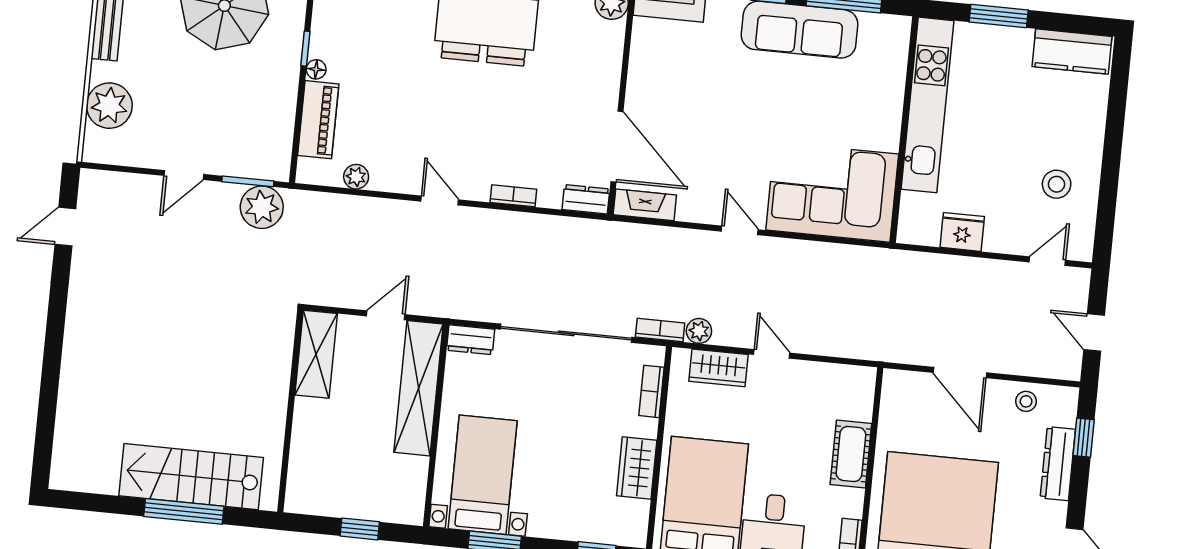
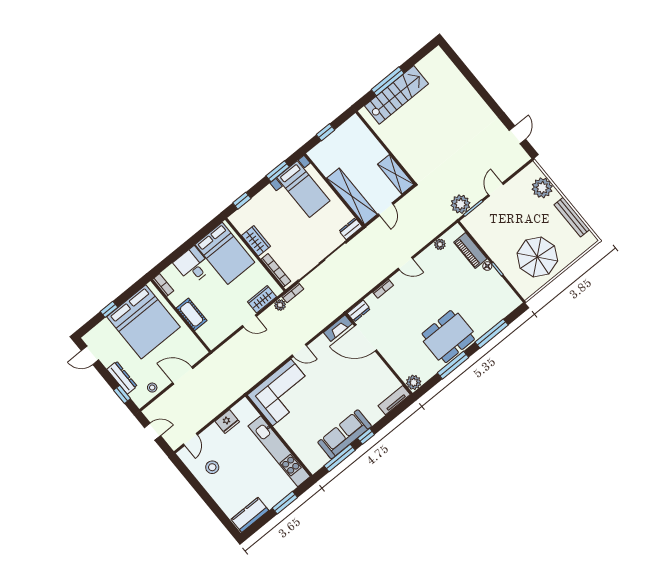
bookcase: (651, 391) -> (276, 270), width x1.56

